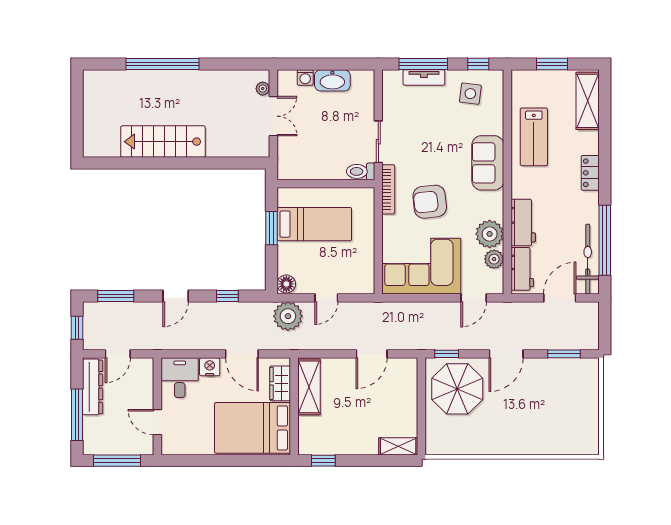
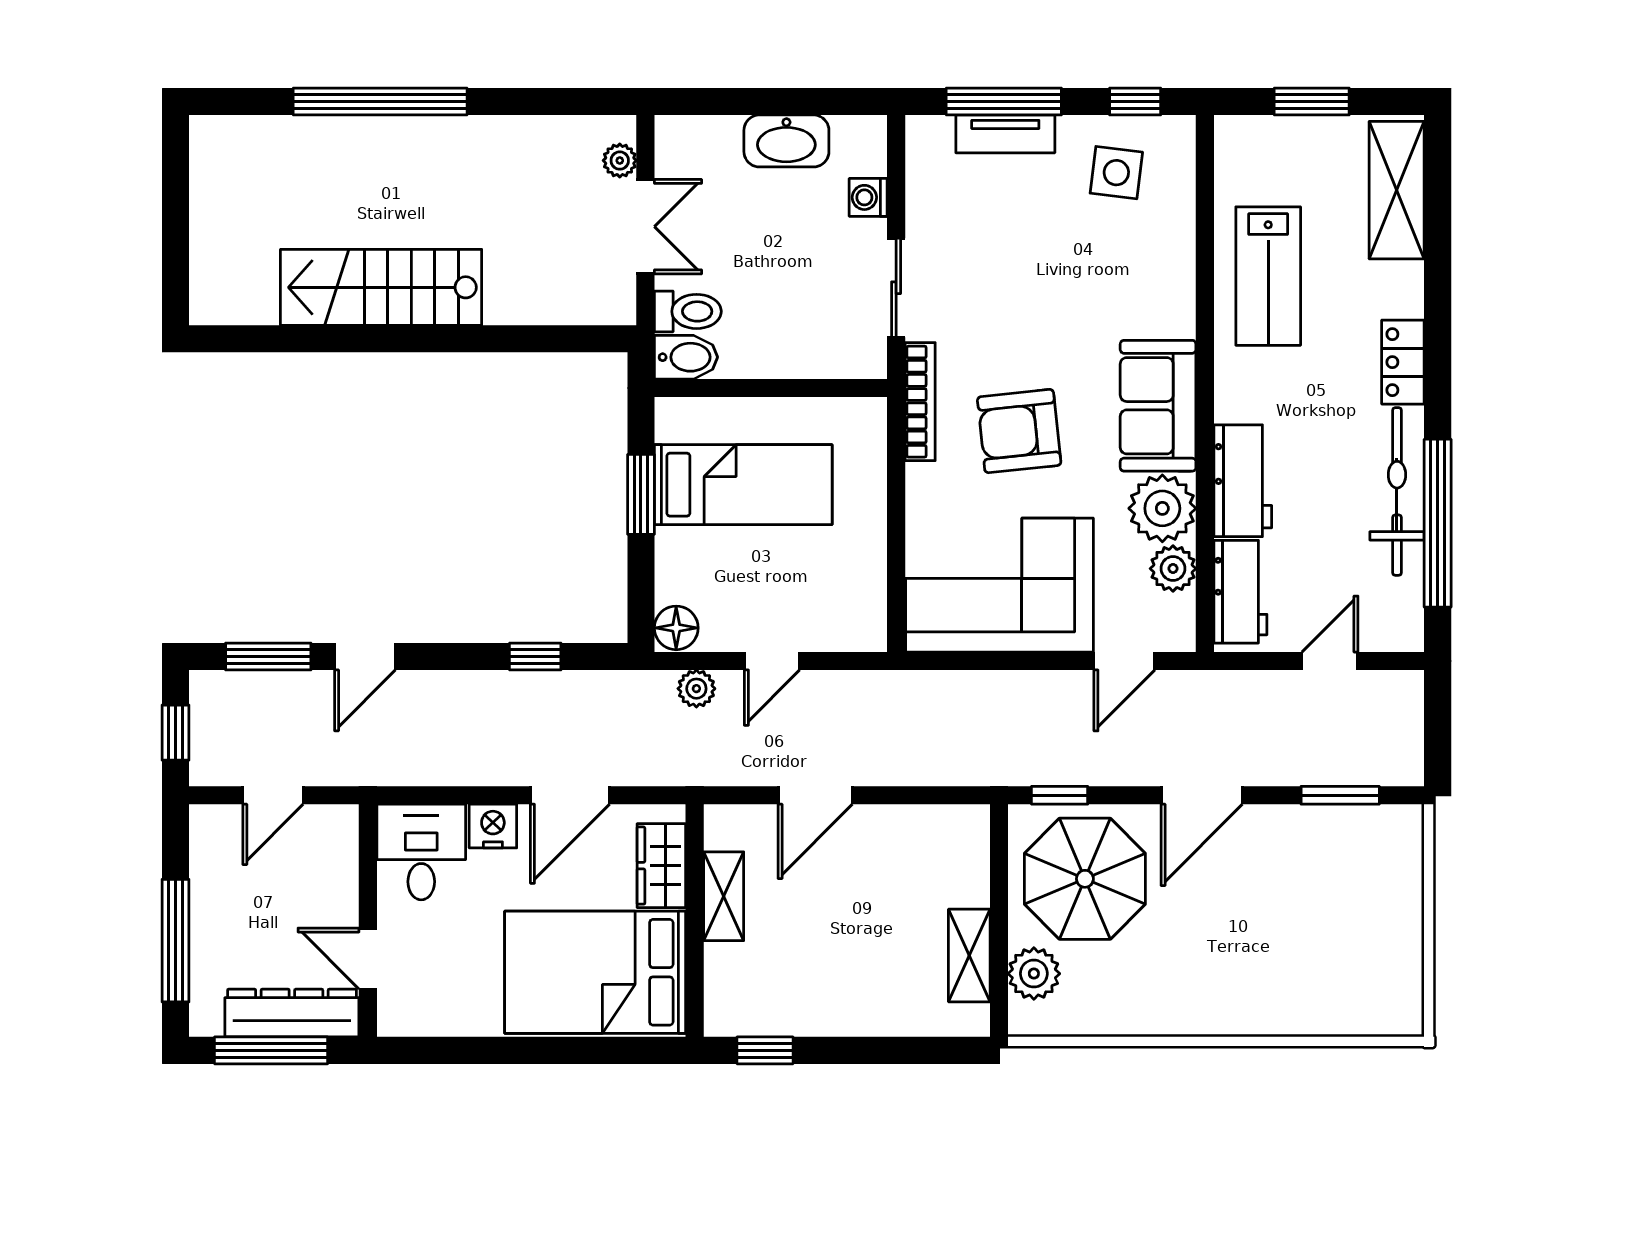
washing machine: (305, 77) -> (868, 197), moved, turned 90
sofa: (488, 163) -> (1158, 406), moved
bidet: (290, 171) -> (686, 357), added
toilet: (361, 171) -> (688, 311), moved, turned 180
bicycle: (588, 259) -> (1397, 491), moved
door: (176, 296) -> (365, 657), moved
door: (560, 298) -> (1330, 661), width x0.73
plant: (288, 316) -> (696, 689), width x0.53, depth x0.53
door: (242, 354) -> (570, 795), hinge flipped
door: (372, 354) -> (815, 795), moved
dresser: (93, 387) -> (292, 1013), moved, turned -90
shelving: (309, 387) -> (724, 896), width x0.67, depth x0.75
plant: (436, 428) -> (1034, 974), added
shelving: (398, 446) -> (969, 955), moved, turned 90

